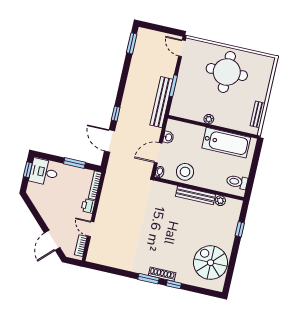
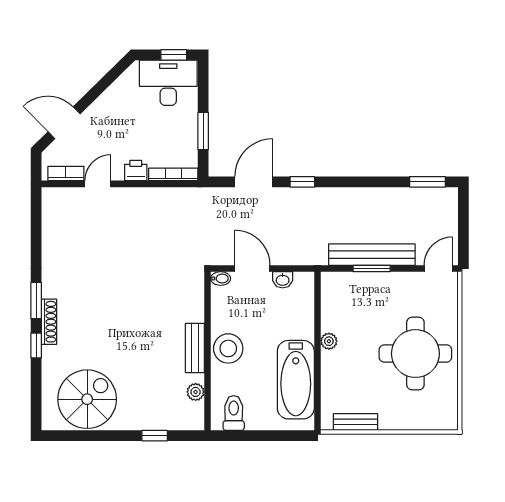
bench: (161, 102) -> (372, 255), moved
desk: (44, 172) -> (168, 83), width x1.37
stool: (185, 172) -> (228, 348), moved
bench: (195, 195) -> (195, 348), width x0.73

